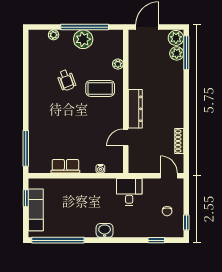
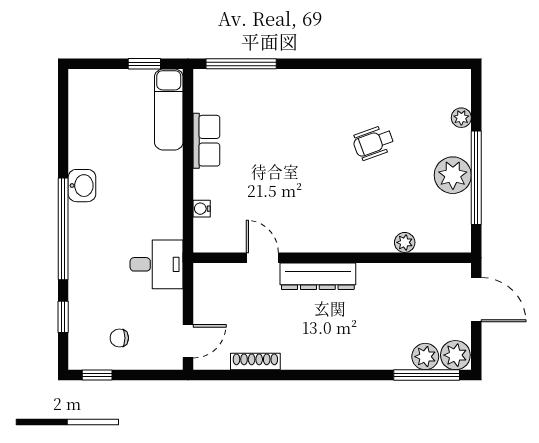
coffee table: (100, 88) -> (357, 208), removed
exam couch: (36, 210) -> (169, 110), moved, turned 90
washbasin: (105, 230) -> (82, 186), moved
window: (58, 240) -> (63, 229), moved

